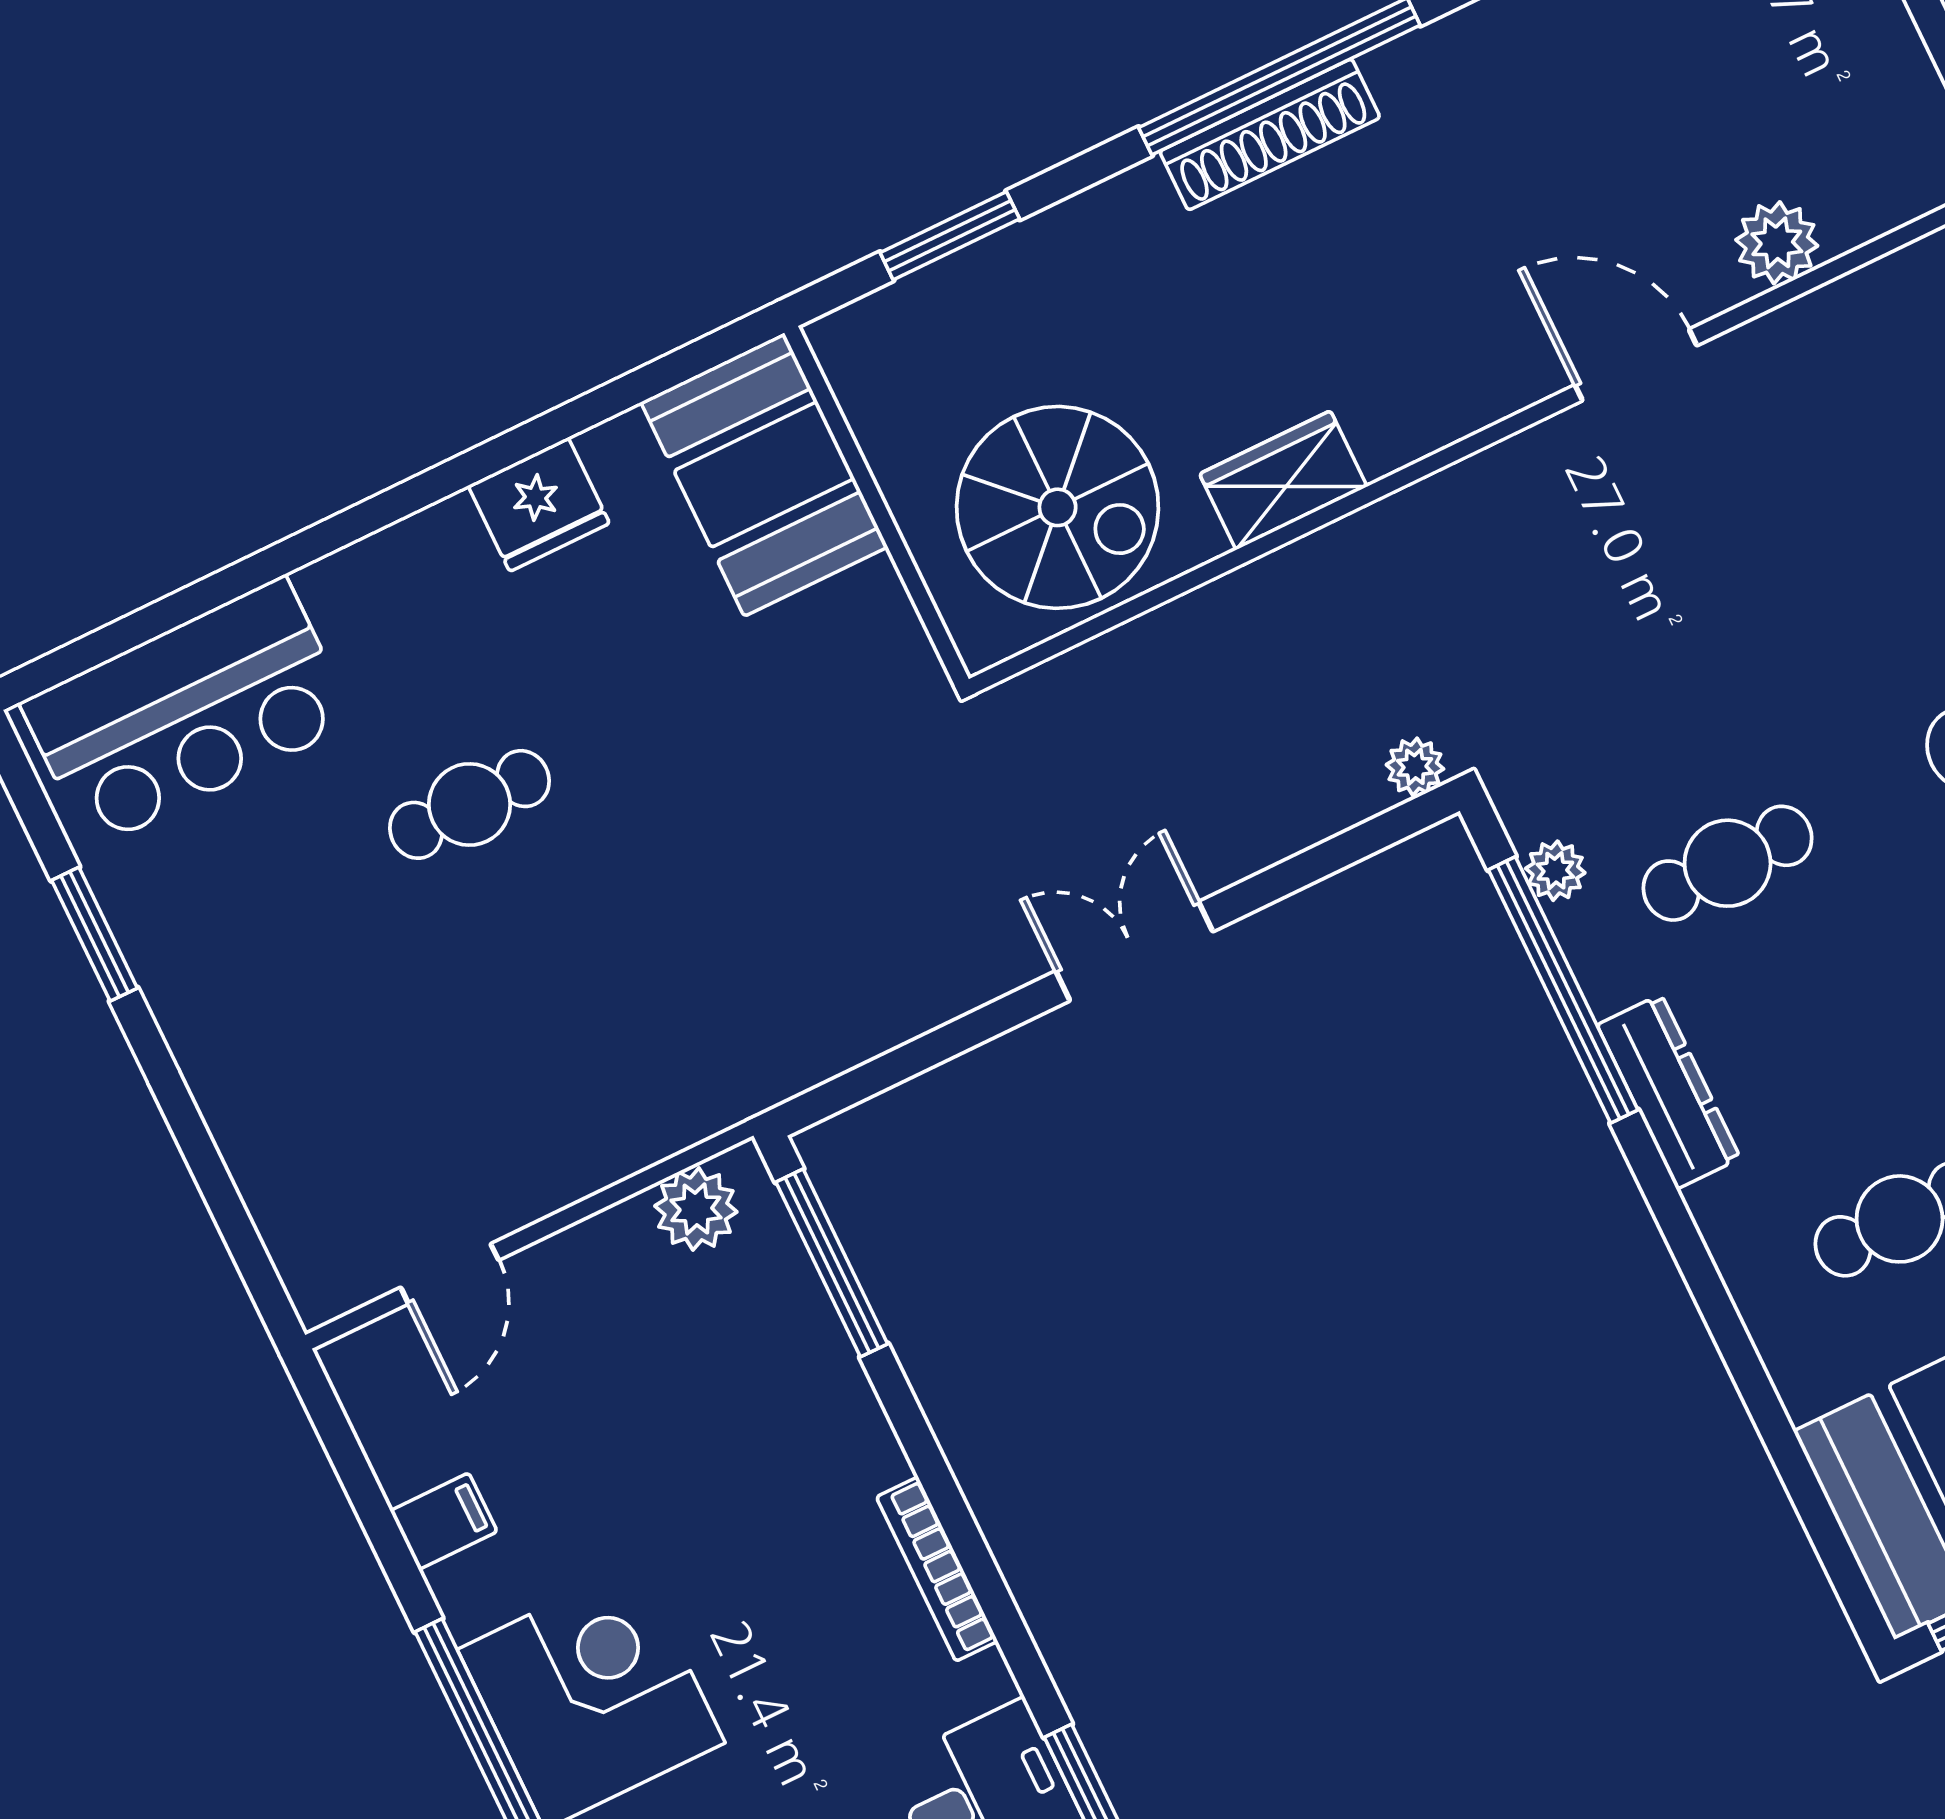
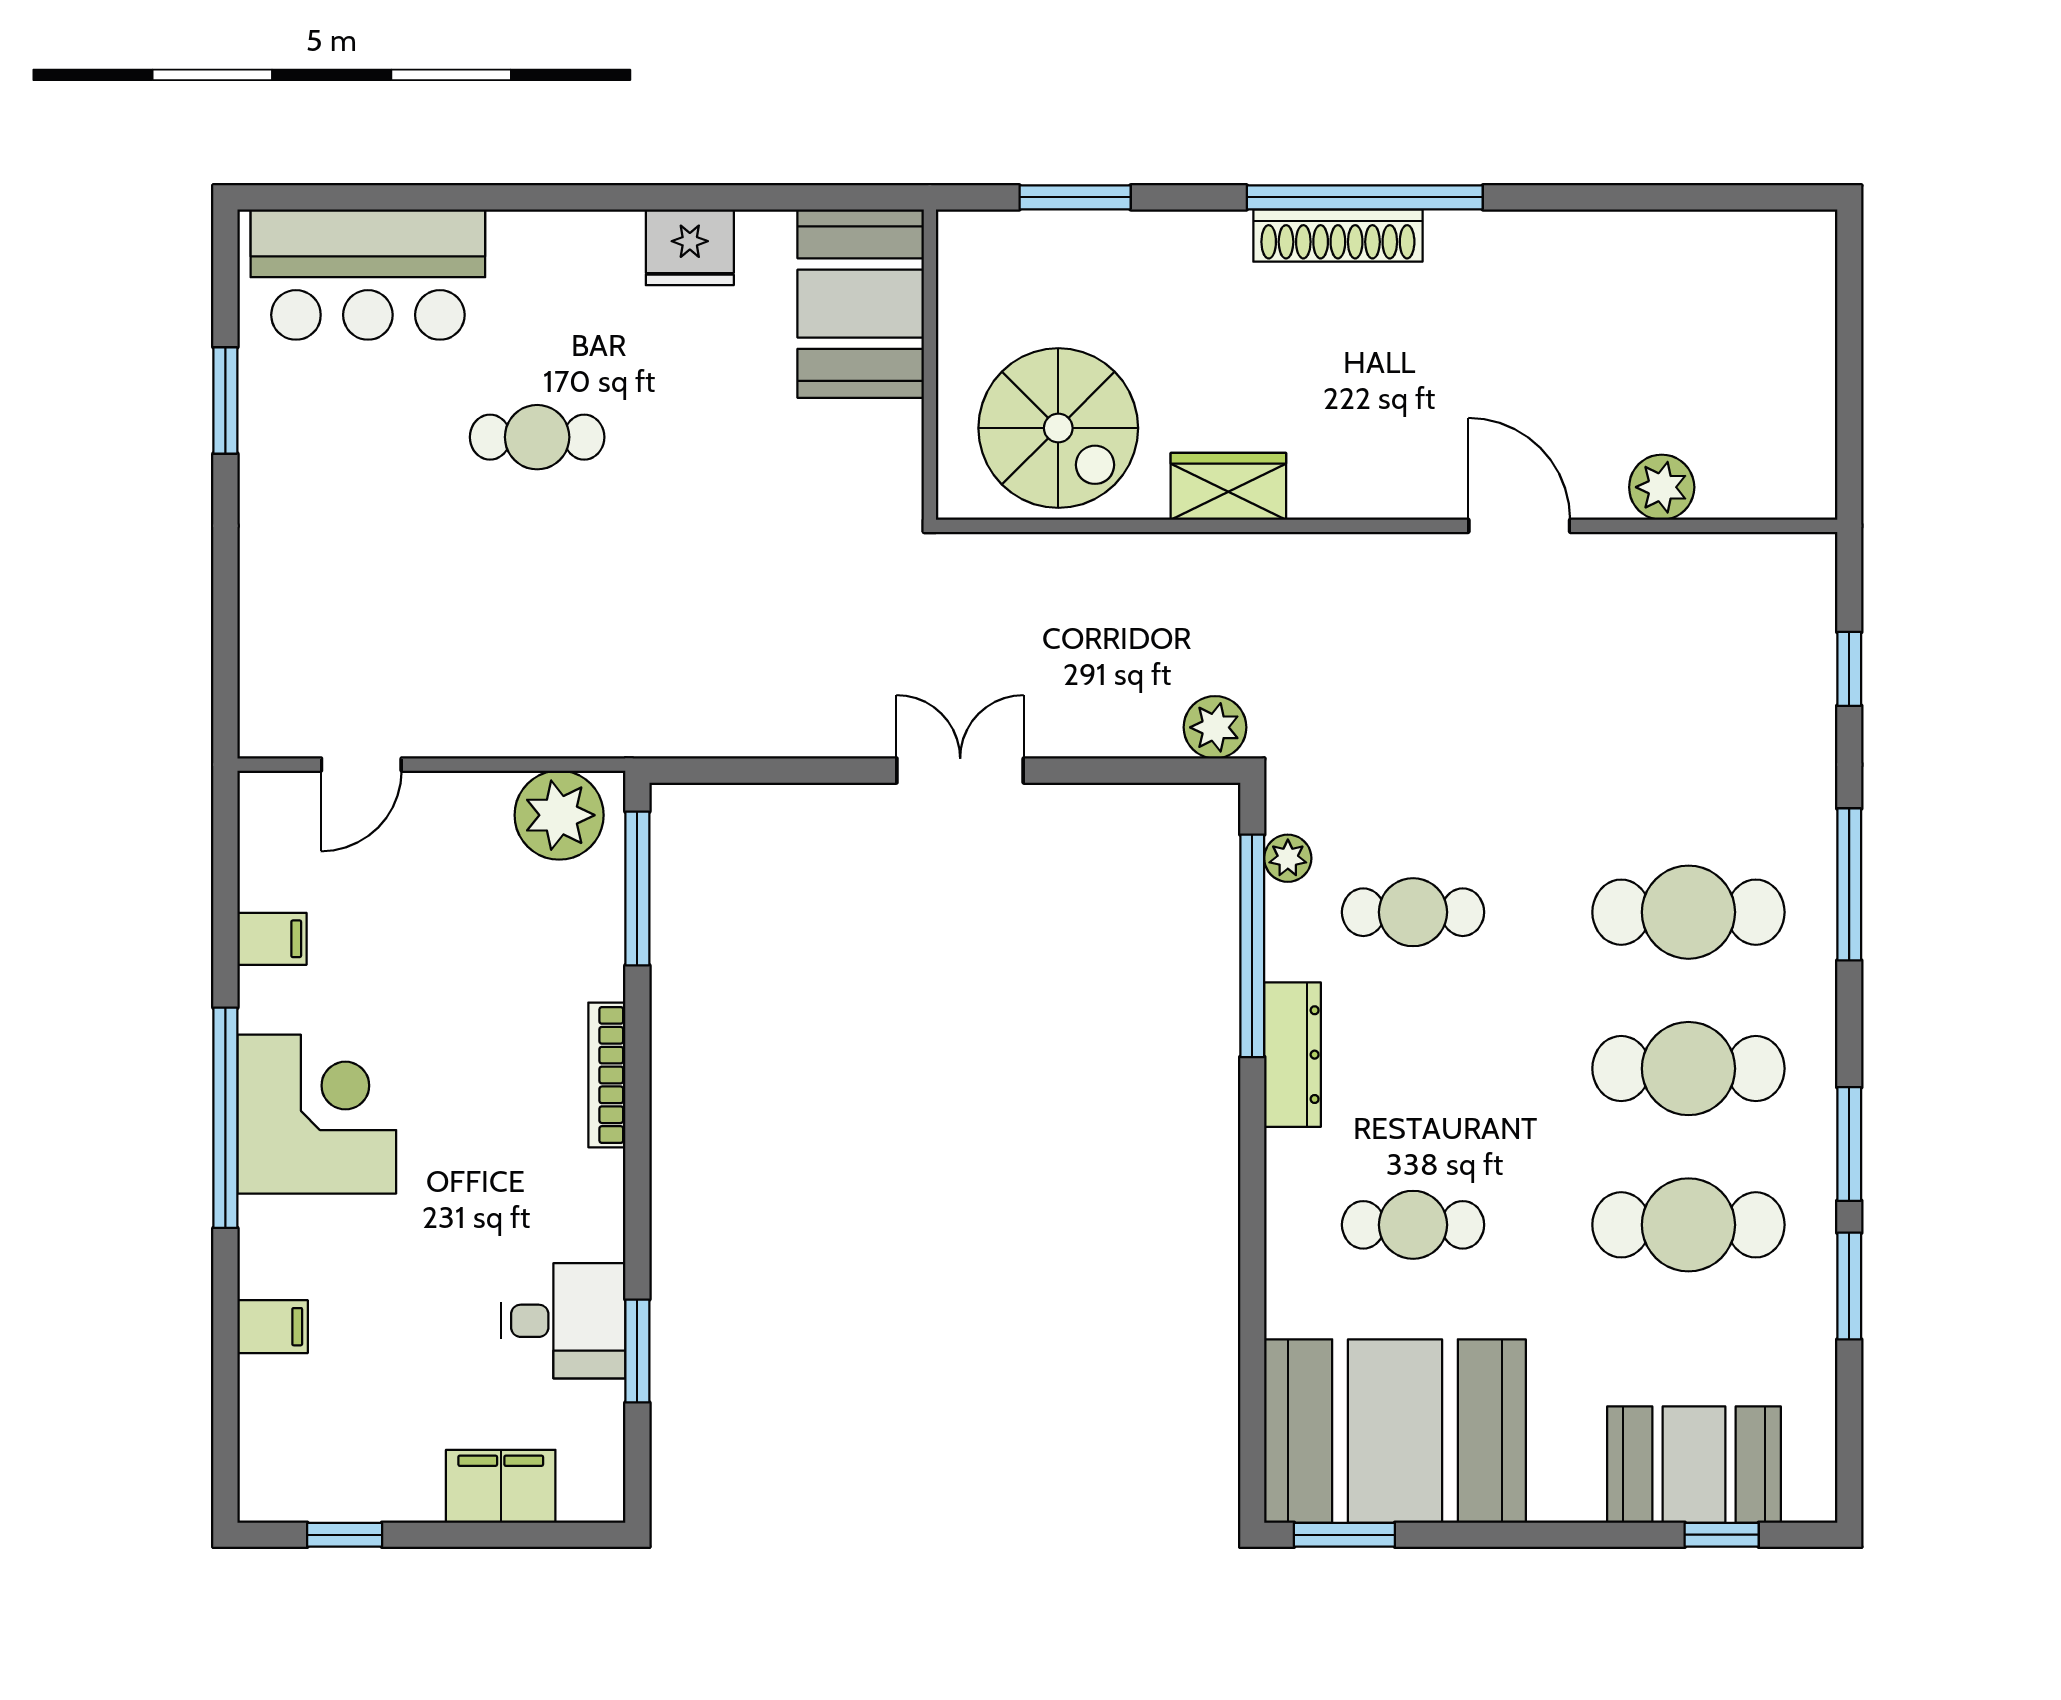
plant: (1415, 767) -> (1215, 727), width x1.38, depth x1.38
plant: (696, 1209) -> (559, 815), width x1.36, depth x1.36
bookcase: (937, 1569) -> (607, 1075), moved

